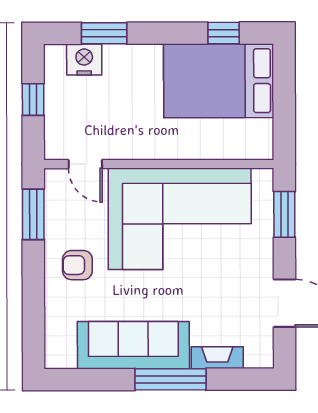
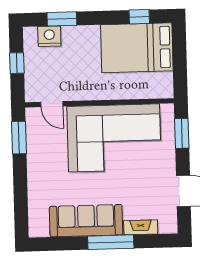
armchair: (77, 265) -> (48, 170), removed

